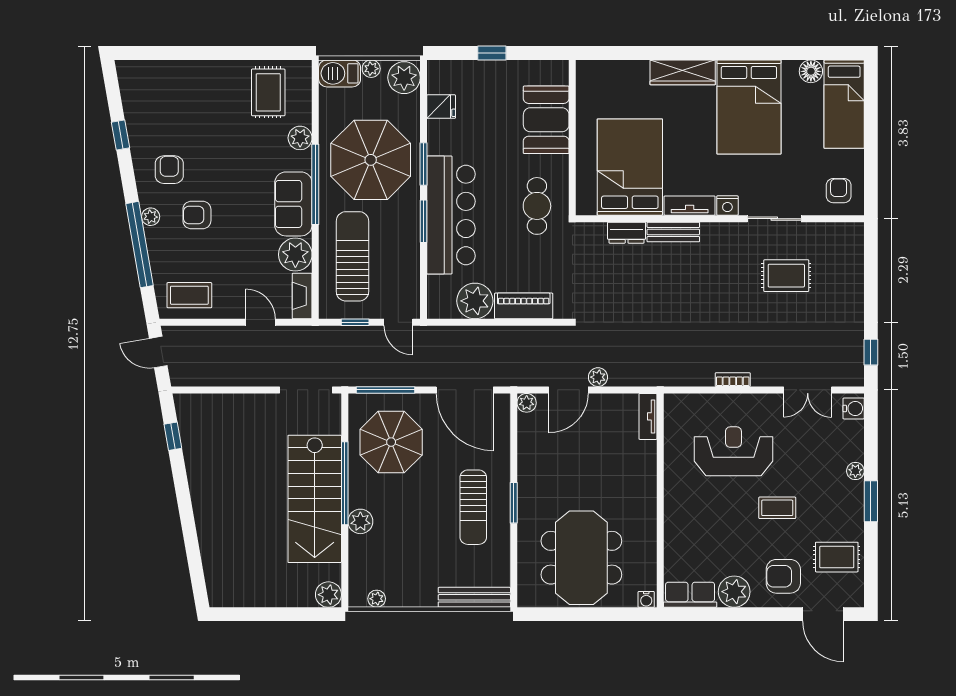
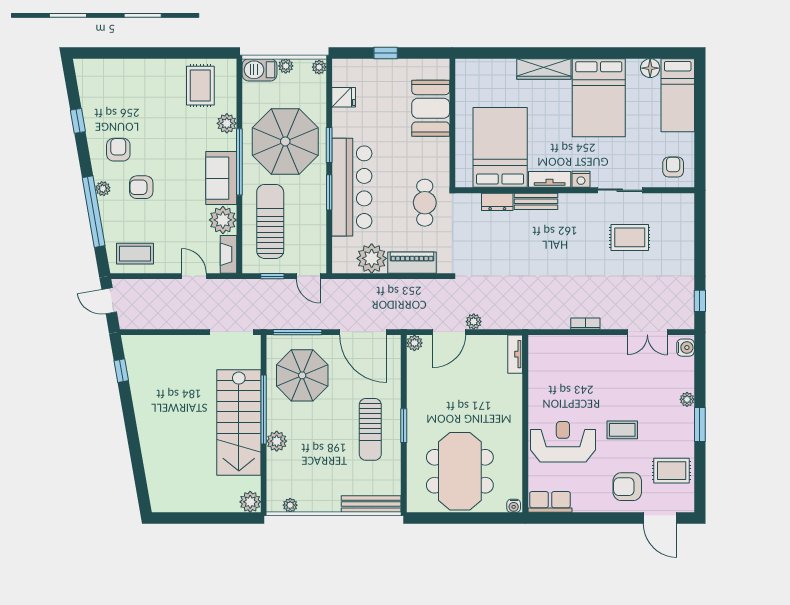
plant: (404, 78) -> (319, 67), width x0.53, depth x0.53
cafe table: (537, 206) -> (425, 203), moved
reception desk: (733, 451) -> (563, 442), moved
plant: (734, 592) -> (587, 499), removed

